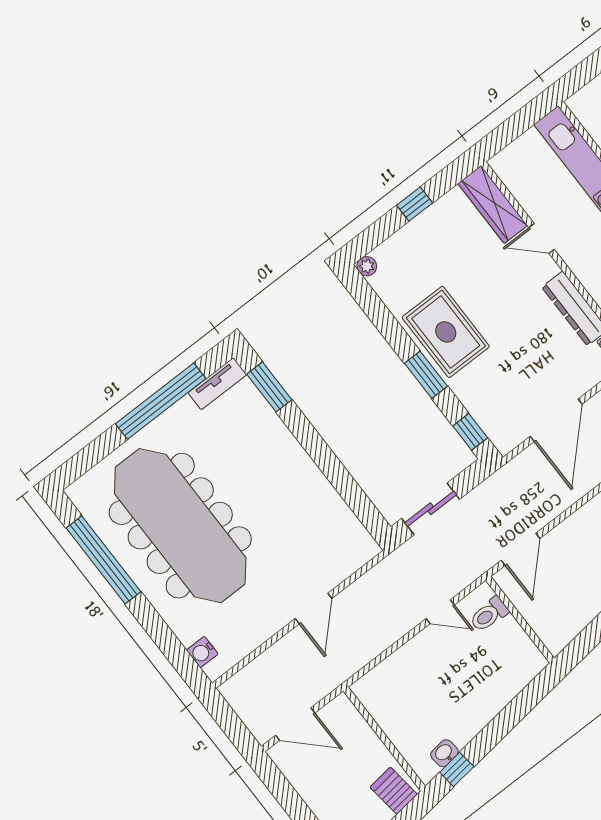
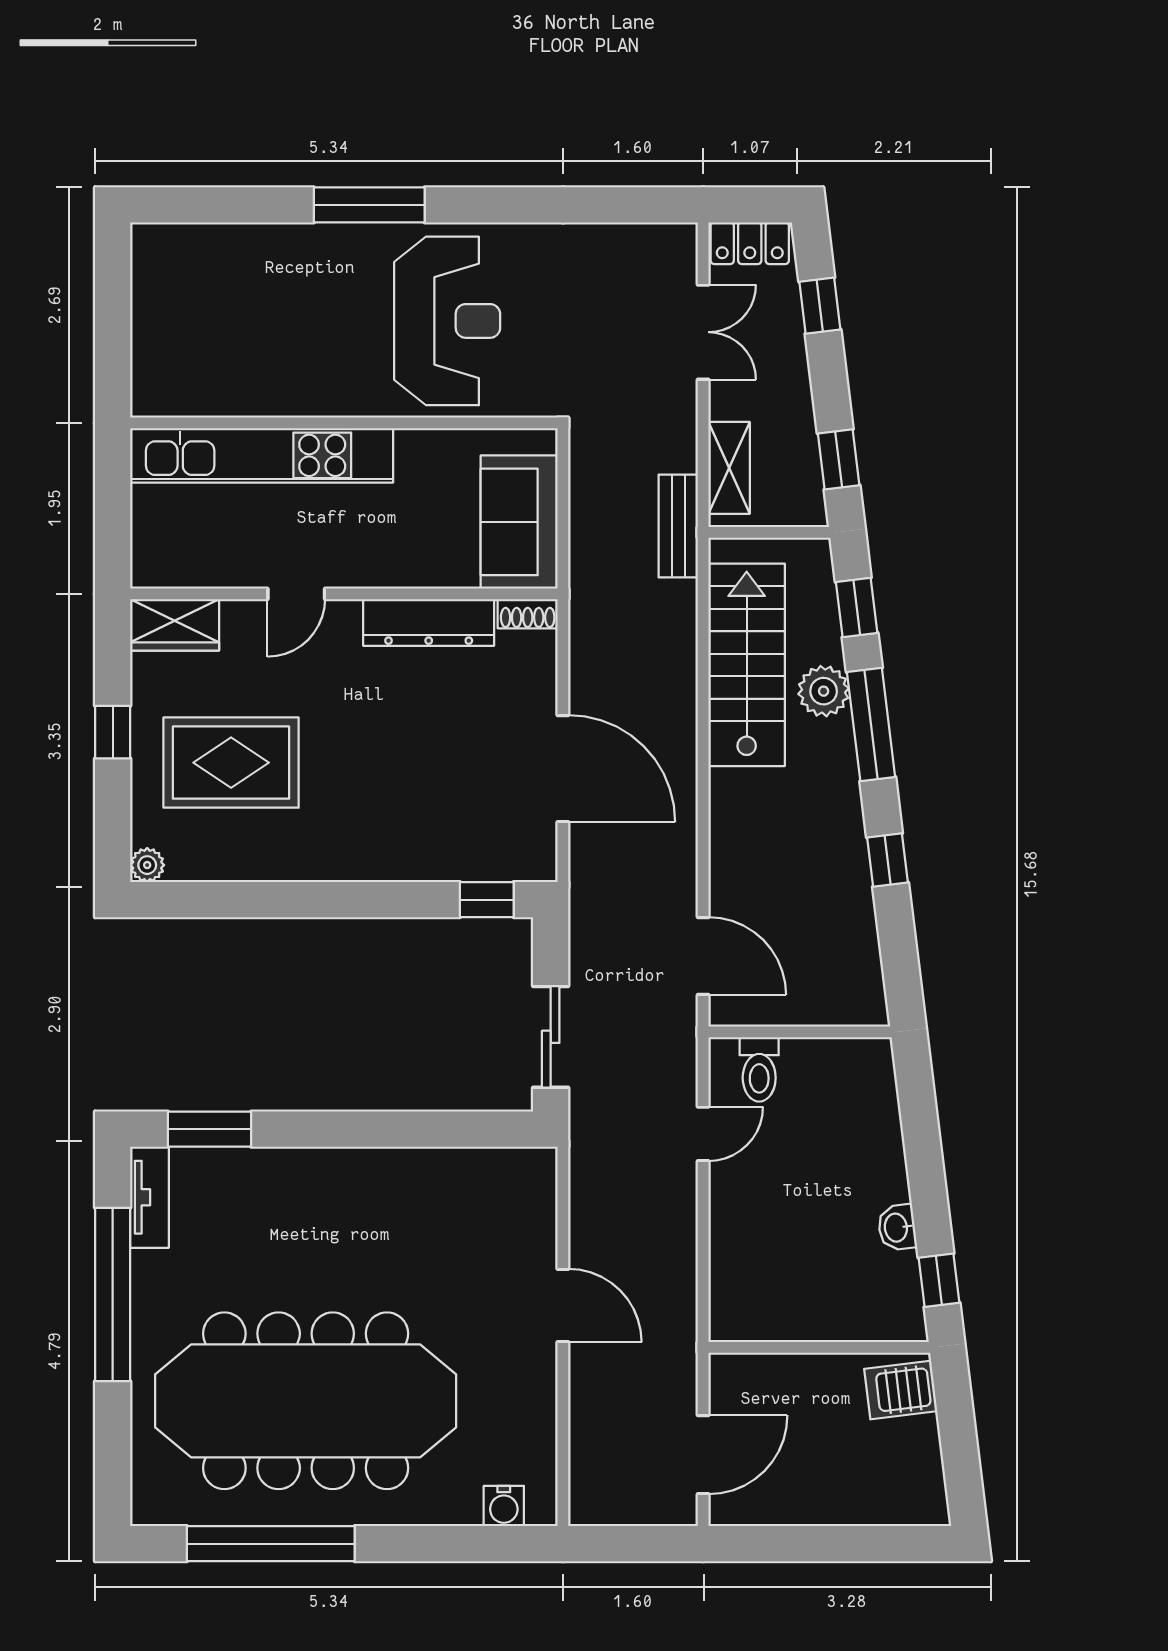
wardrobe: (493, 204) -> (175, 625), width x0.67
rug: (446, 332) -> (231, 763), moved
window: (426, 375) -> (361, 900), removed
washbasin: (444, 753) -> (897, 1227), moved

